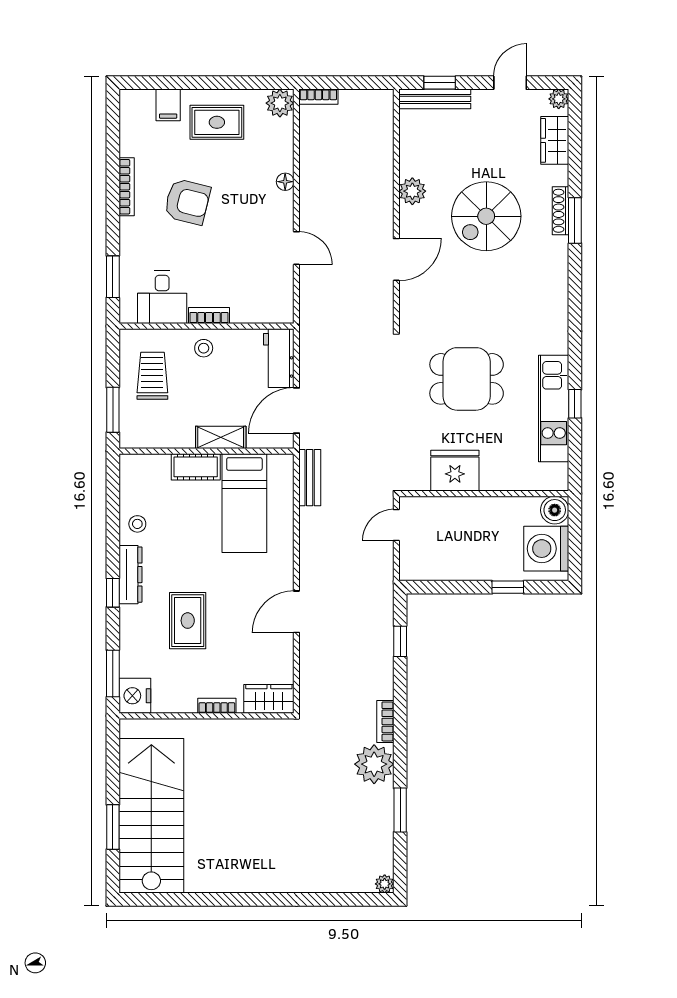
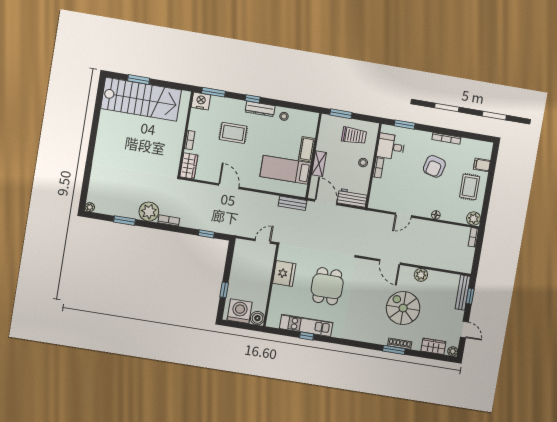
door: (396, 525) -> (263, 241), hinge flipped

